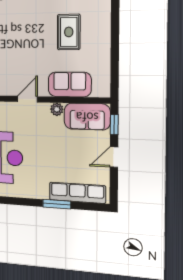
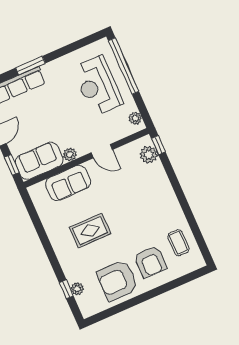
rug: (69, 32) -> (90, 231), turned 90
door: (27, 99) -> (102, 151), hinge flipped

